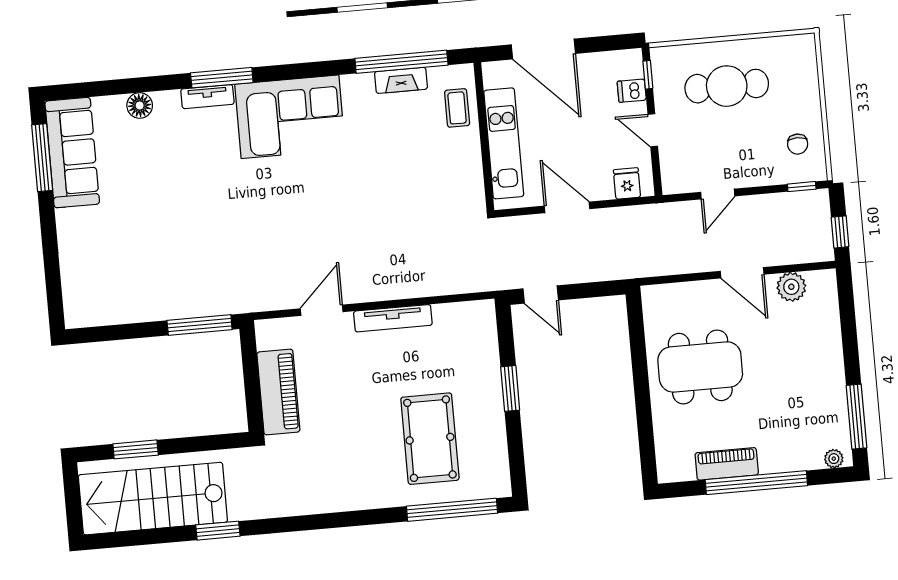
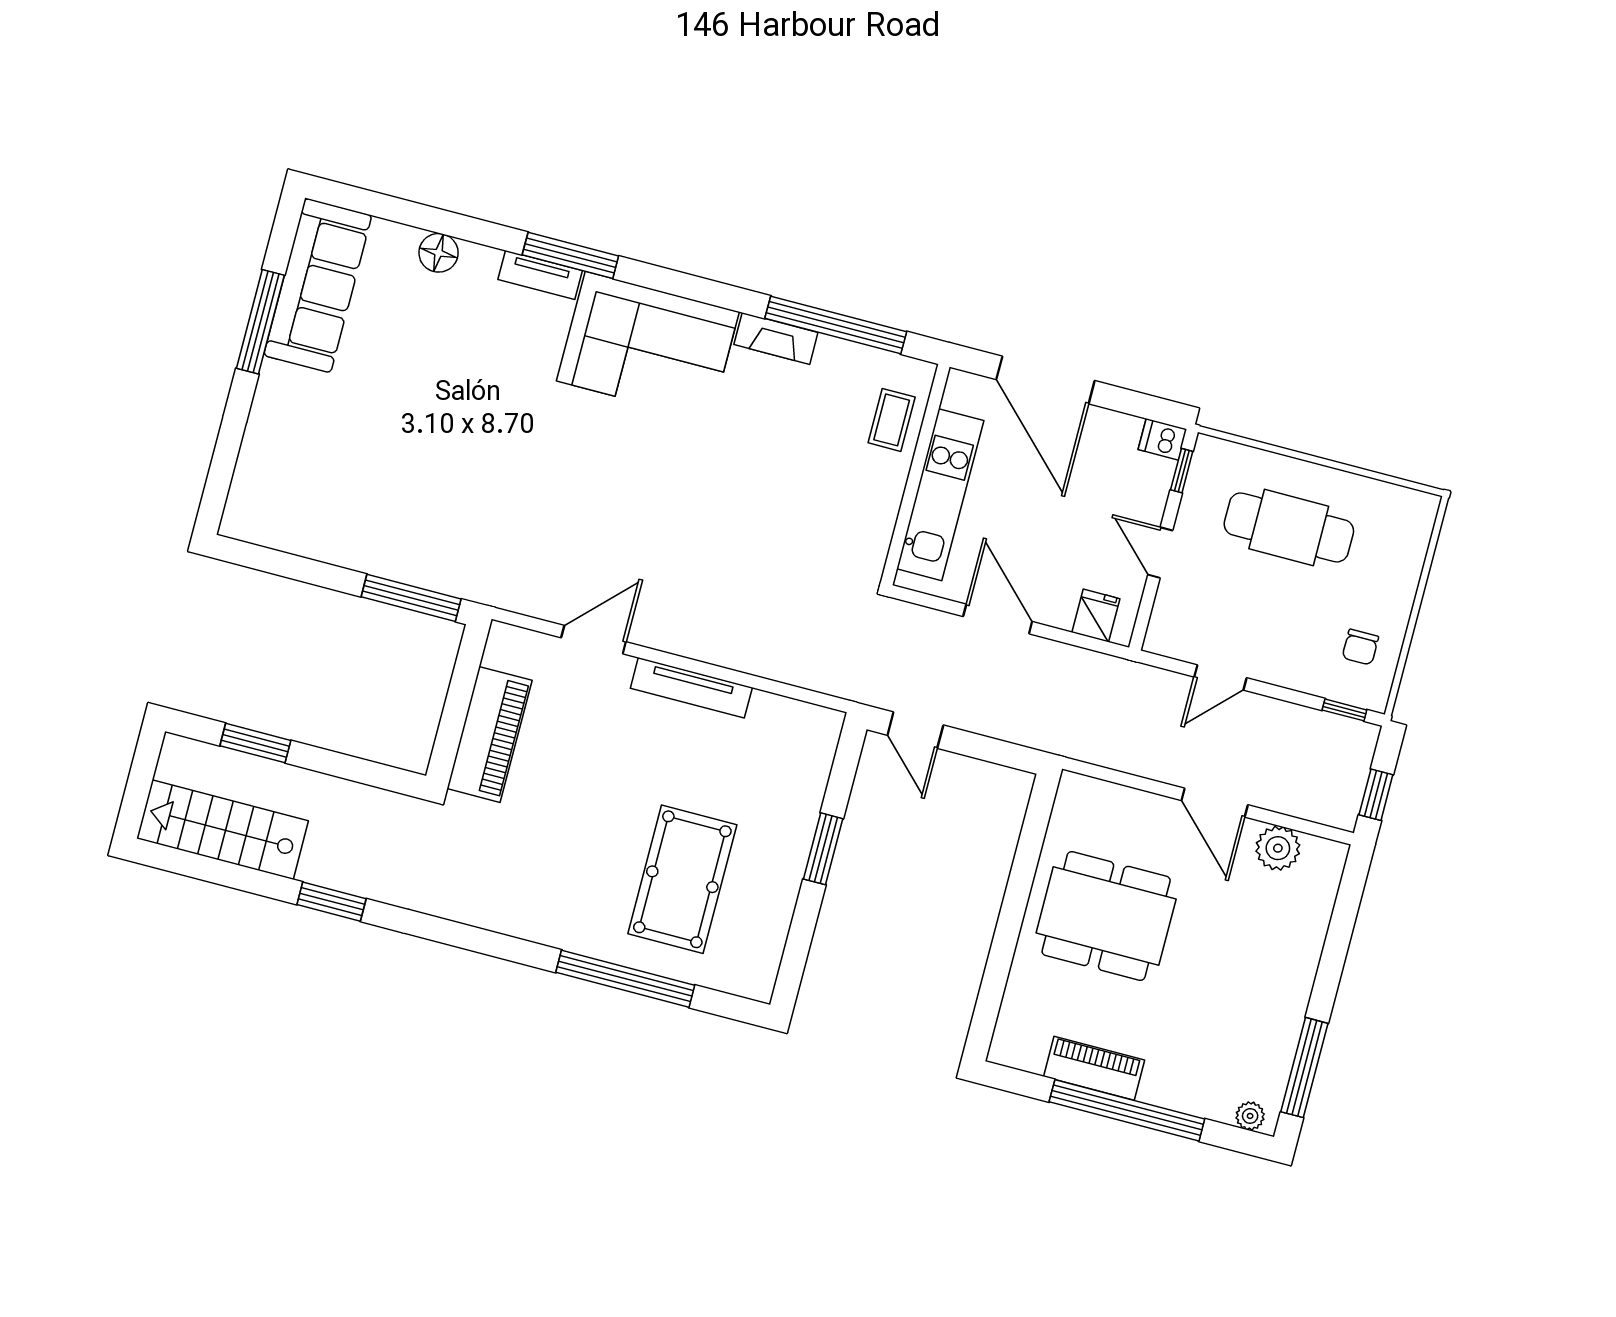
fireplace: (401, 80) -> (776, 339), moved
dishwasher: (632, 91) -> (1162, 439), moved
window: (42, 158) -> (260, 322), moved
stairs: (153, 499) -> (223, 830), width x0.73, depth x0.66
window: (452, 510) -> (625, 979), moved

